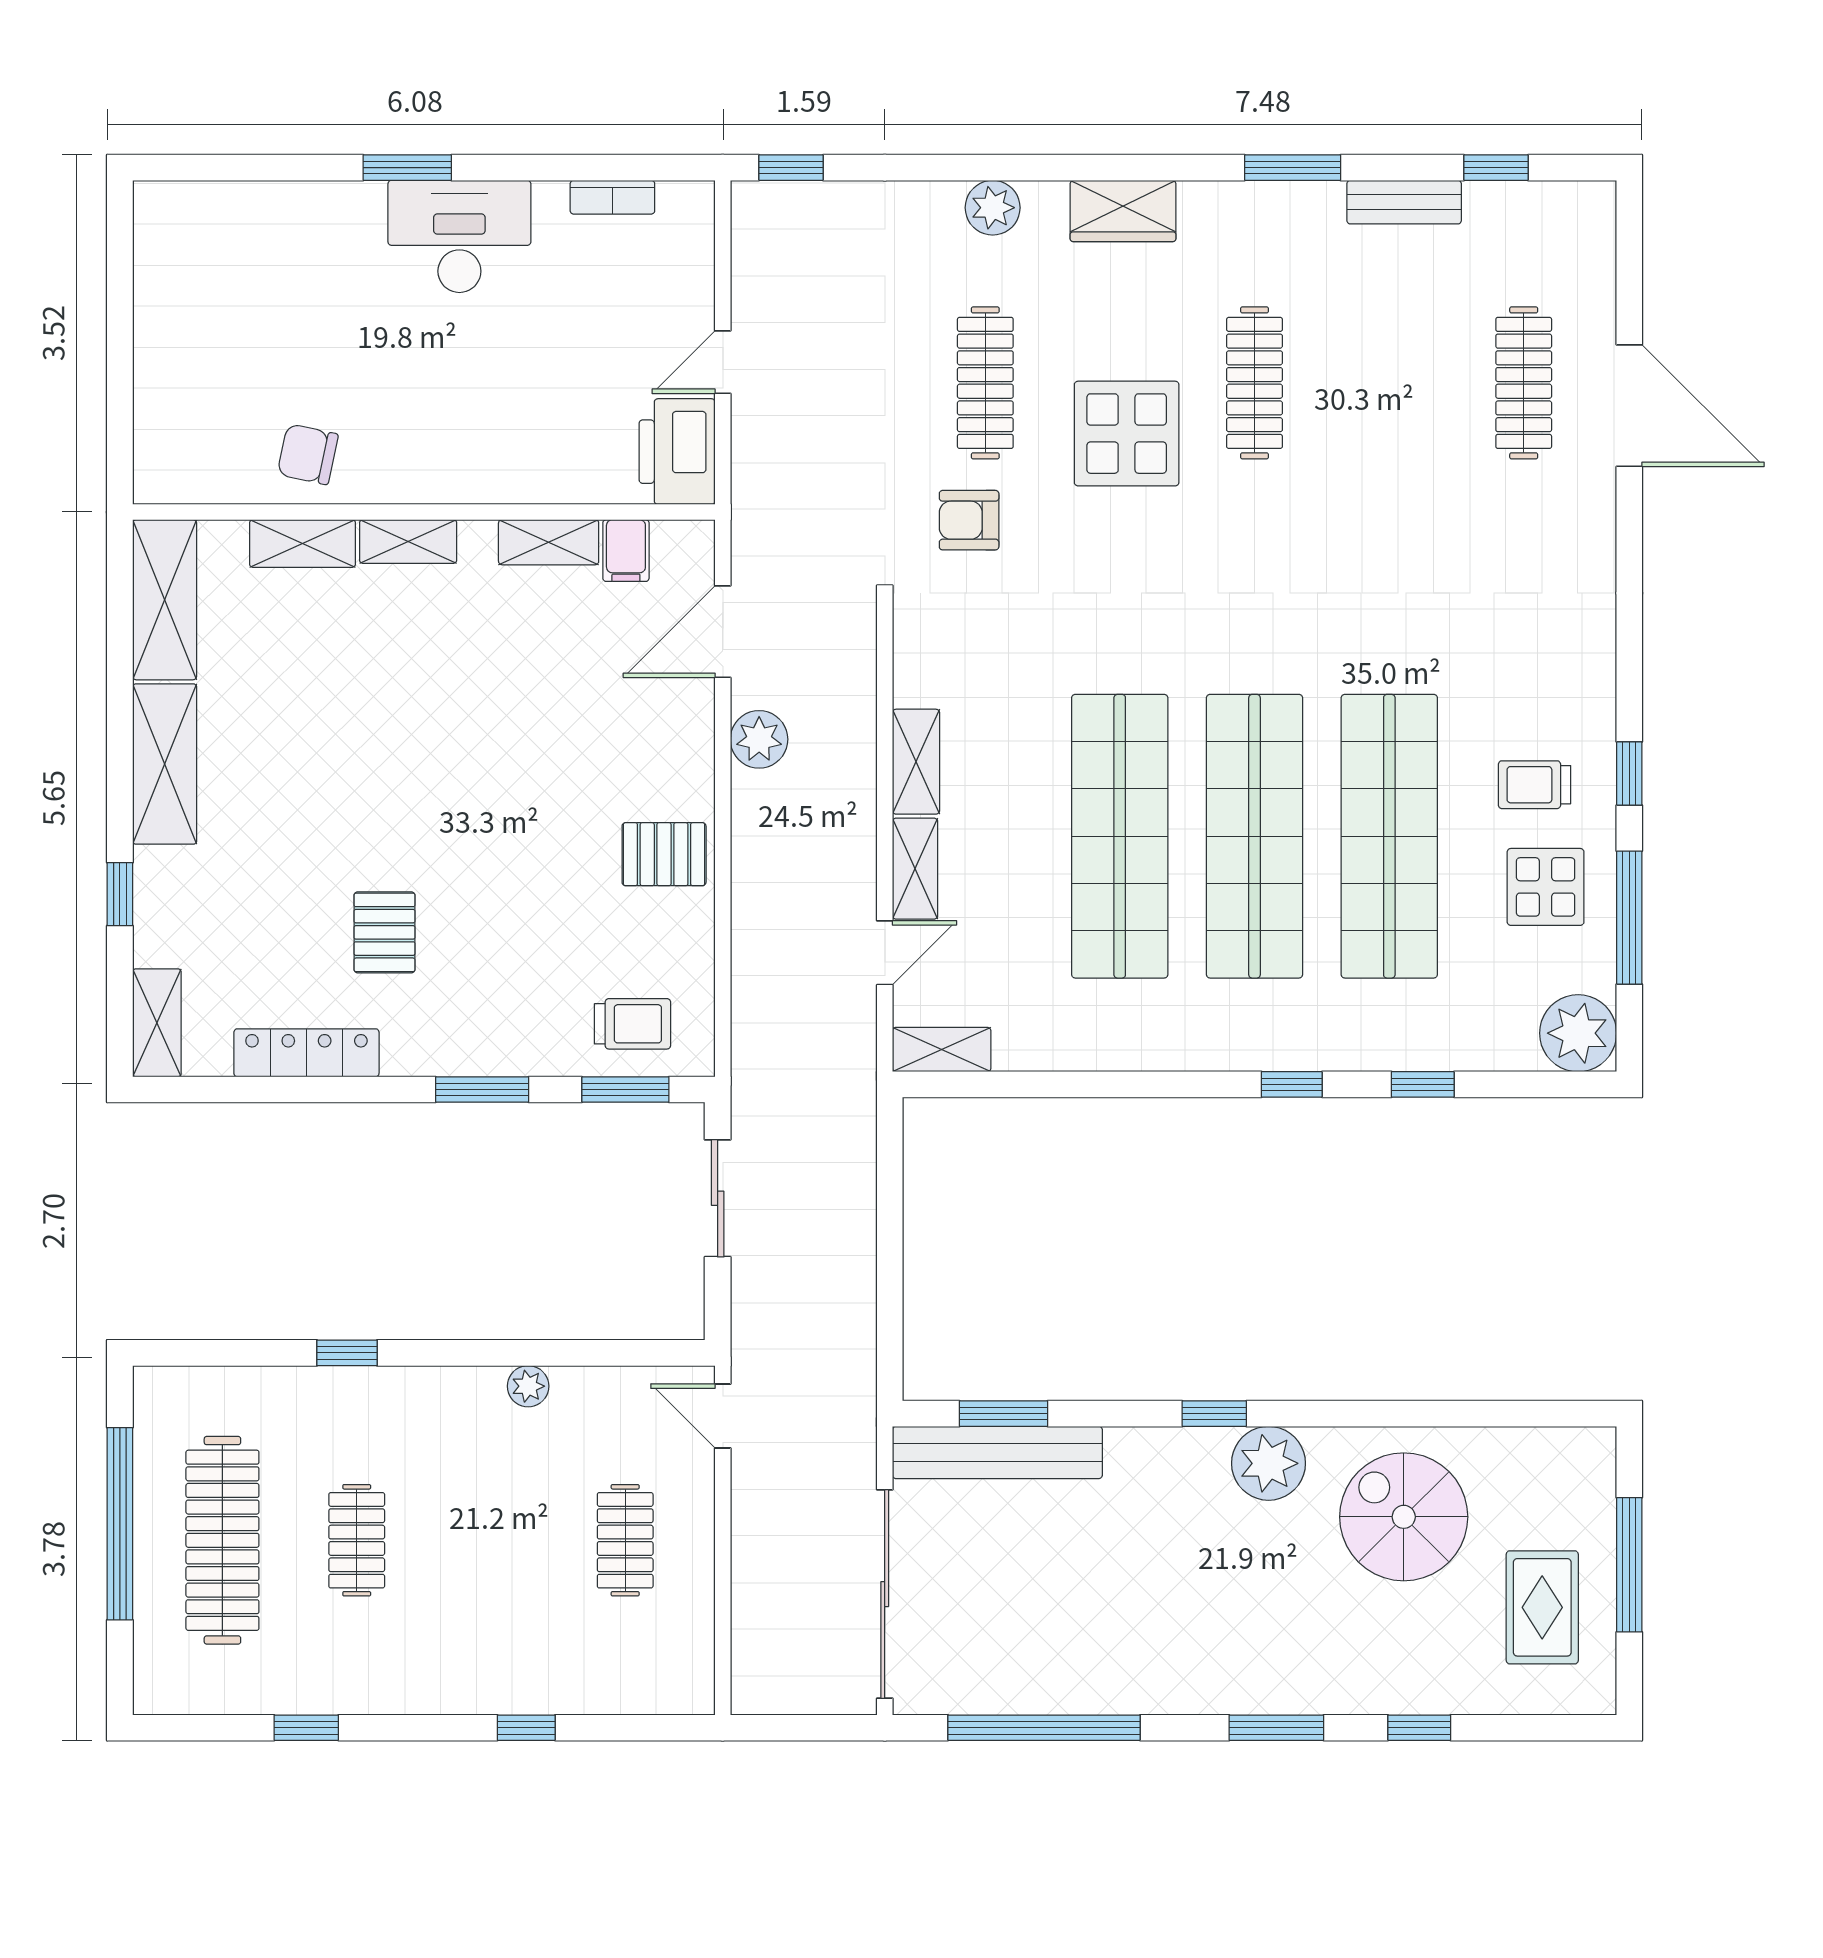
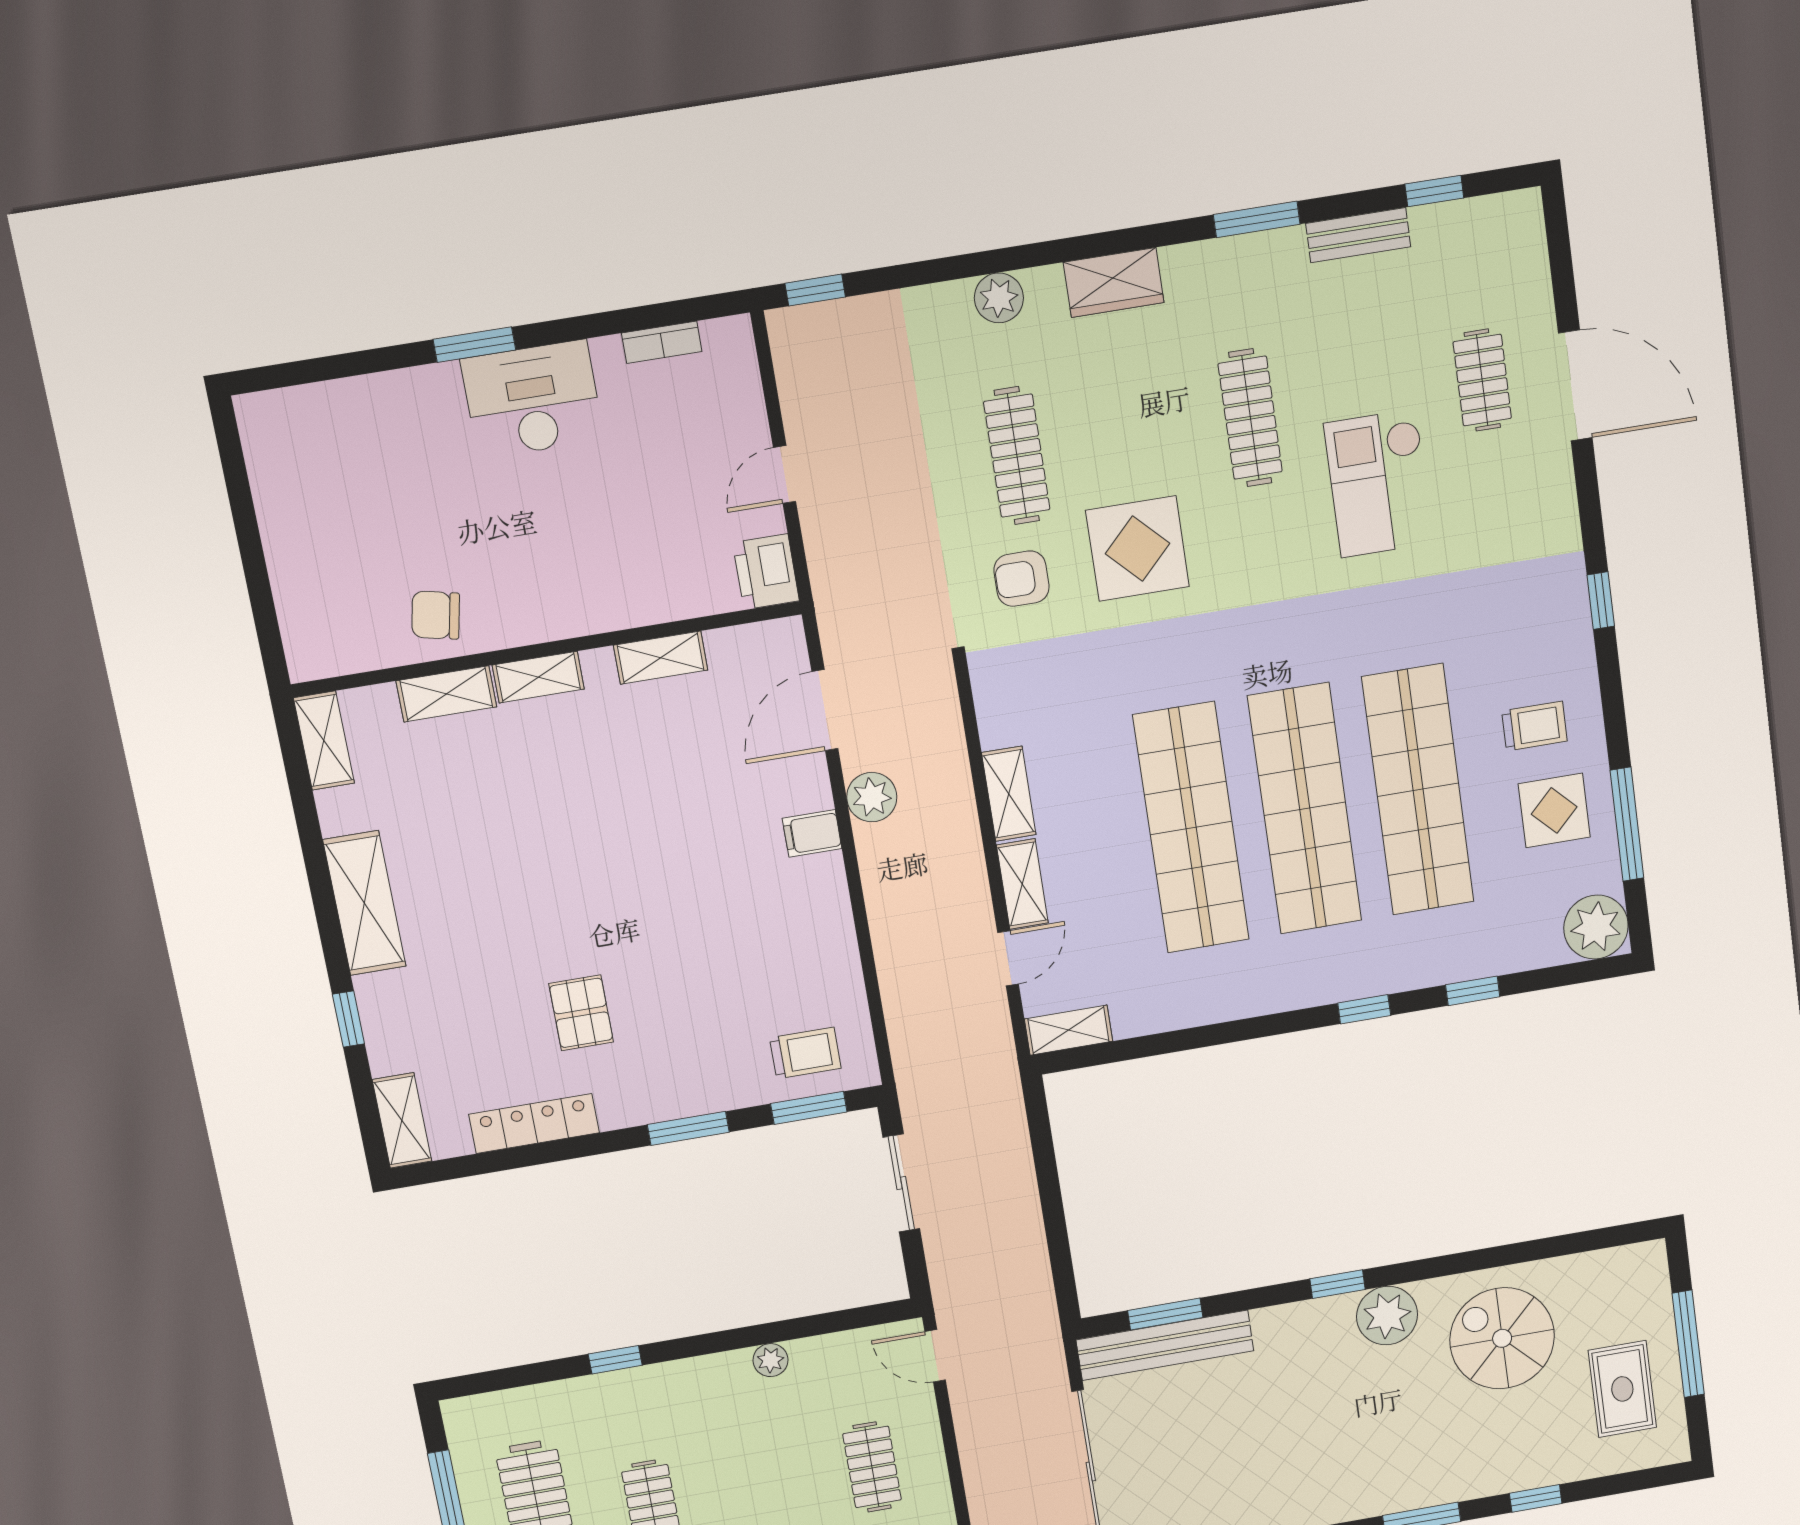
clothes rail: (1524, 383) -> (1482, 380), width x0.73
display table: (1127, 434) -> (1137, 549), moved
printer: (677, 452) -> (766, 572), width x0.73, depth x0.84
checkout: (1390, 479) -> (1379, 483), added
filing cabinet: (626, 551) -> (812, 833), moved, turned 90
shelving: (165, 600) -> (324, 741), width x0.67, depth x0.75
window: (1629, 773) -> (1601, 601), moved
trolley: (1535, 785) -> (1534, 726), turned 180
pallet: (664, 854) -> (807, 908), removed

